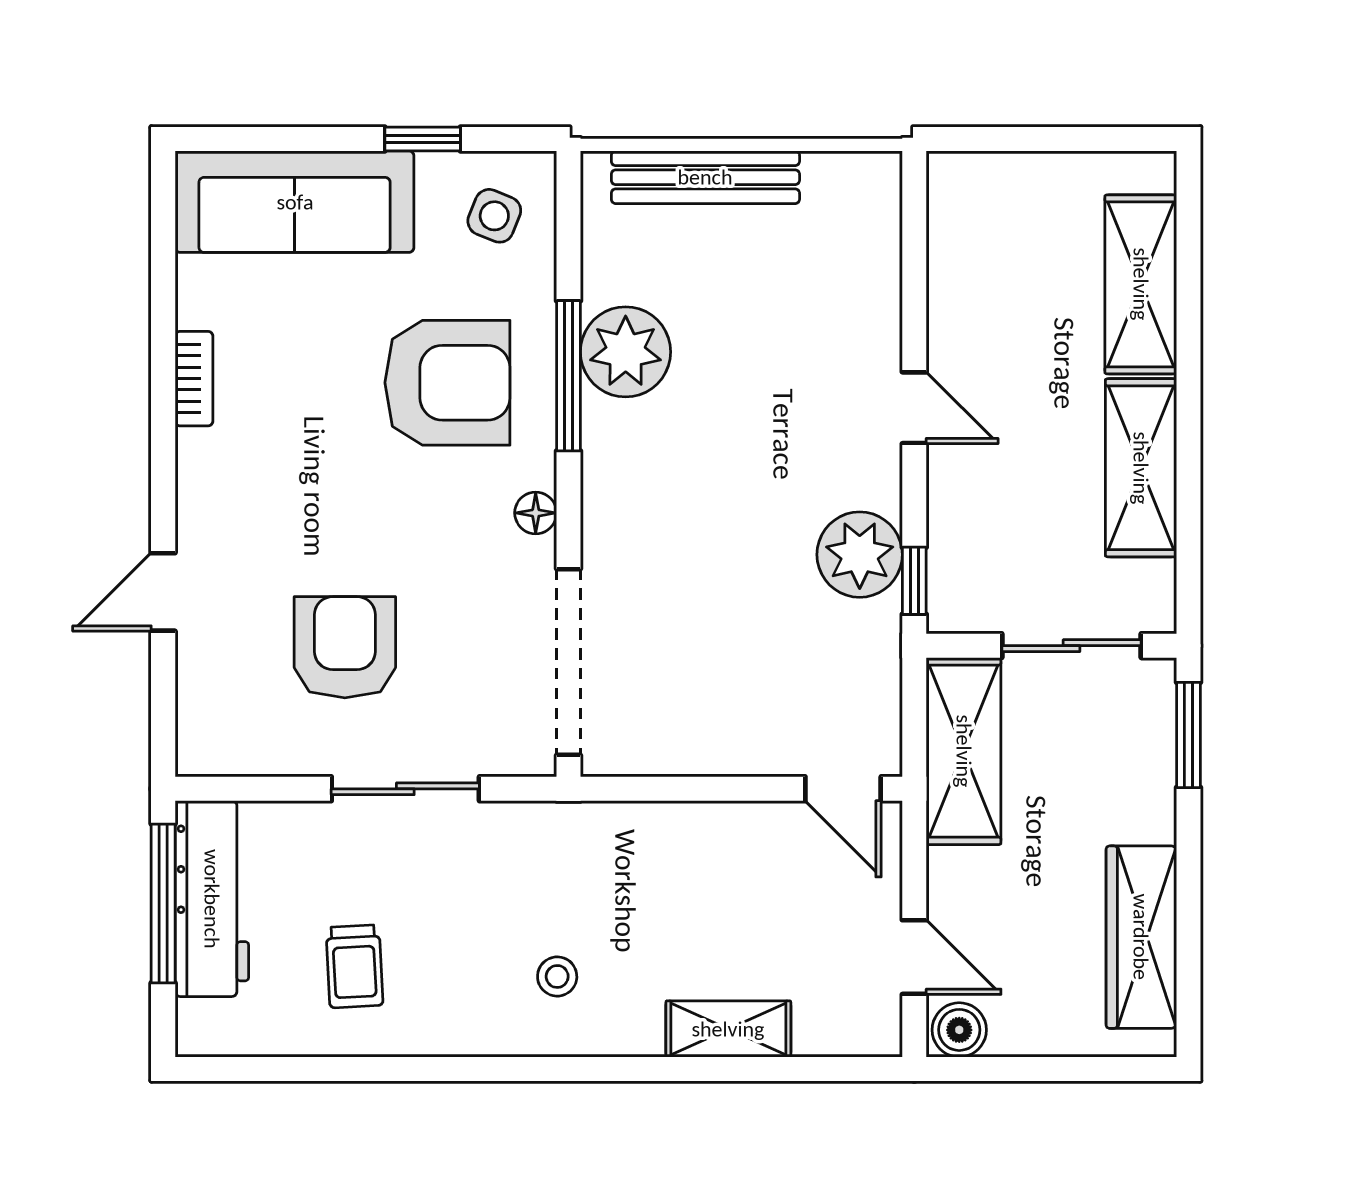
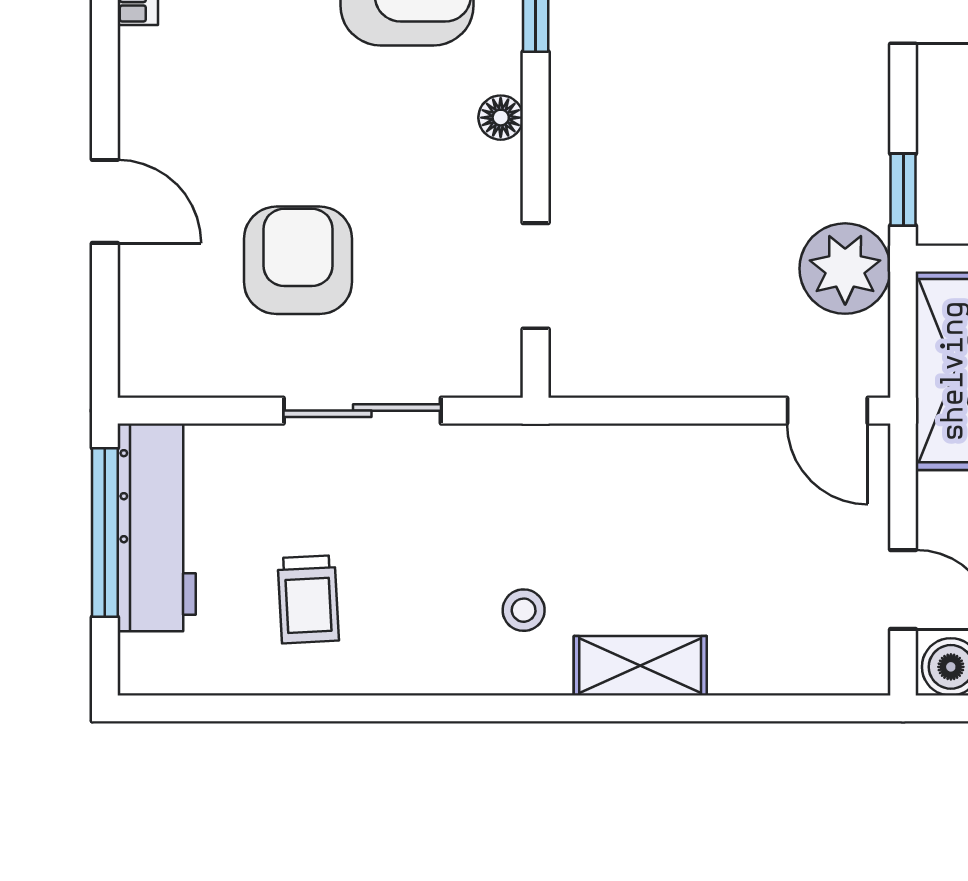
plant: (860, 555) -> (845, 269), moved
door: (163, 592) -> (105, 201), swing flipped
doorway: (569, 662) -> (536, 276), width x0.53
shelving: (728, 1029) -> (640, 666), moved

